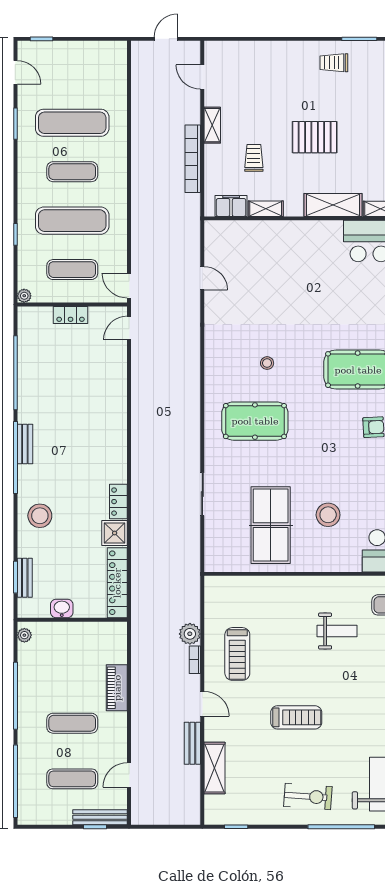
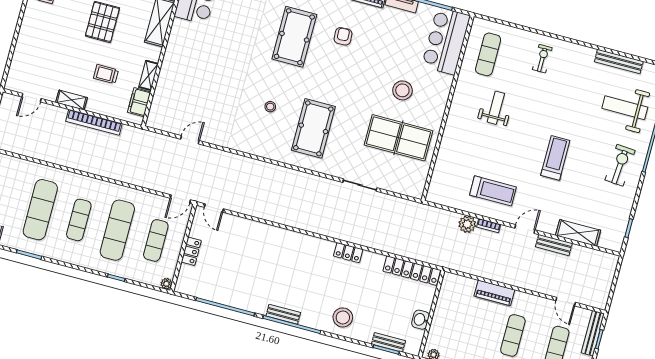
shower: (115, 533) -> (372, 262), removed

